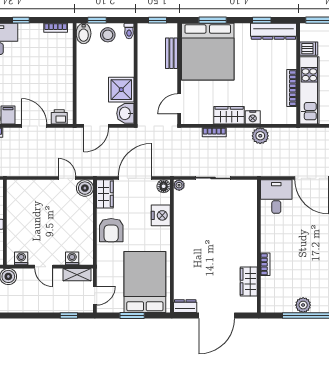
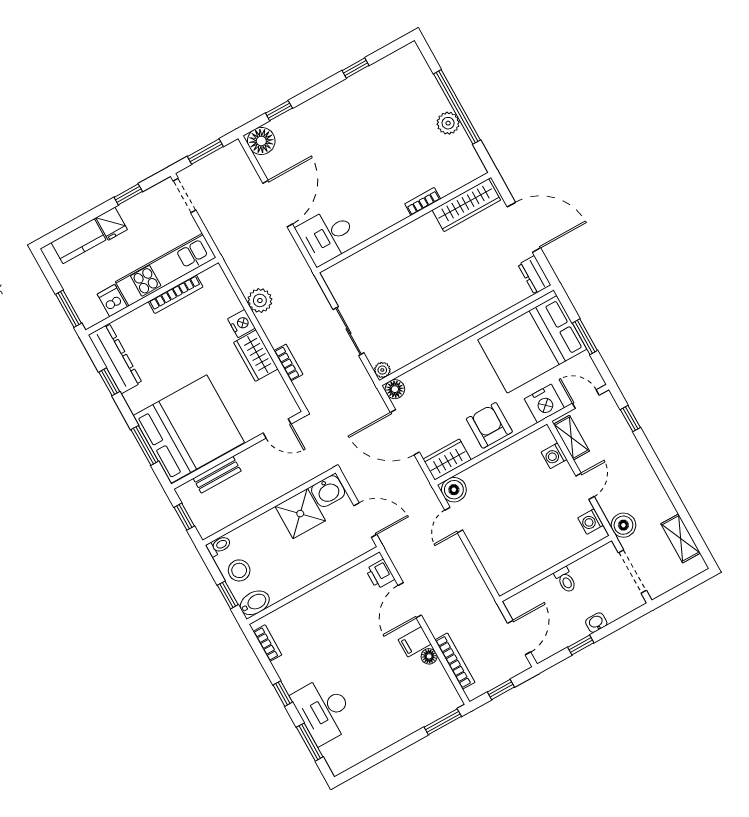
nightstand: (161, 215) -> (544, 403), moved, turned 180
armchair: (111, 230) -> (489, 425), turned -90
wardrobe: (249, 282) -> (466, 205), width x1.50

